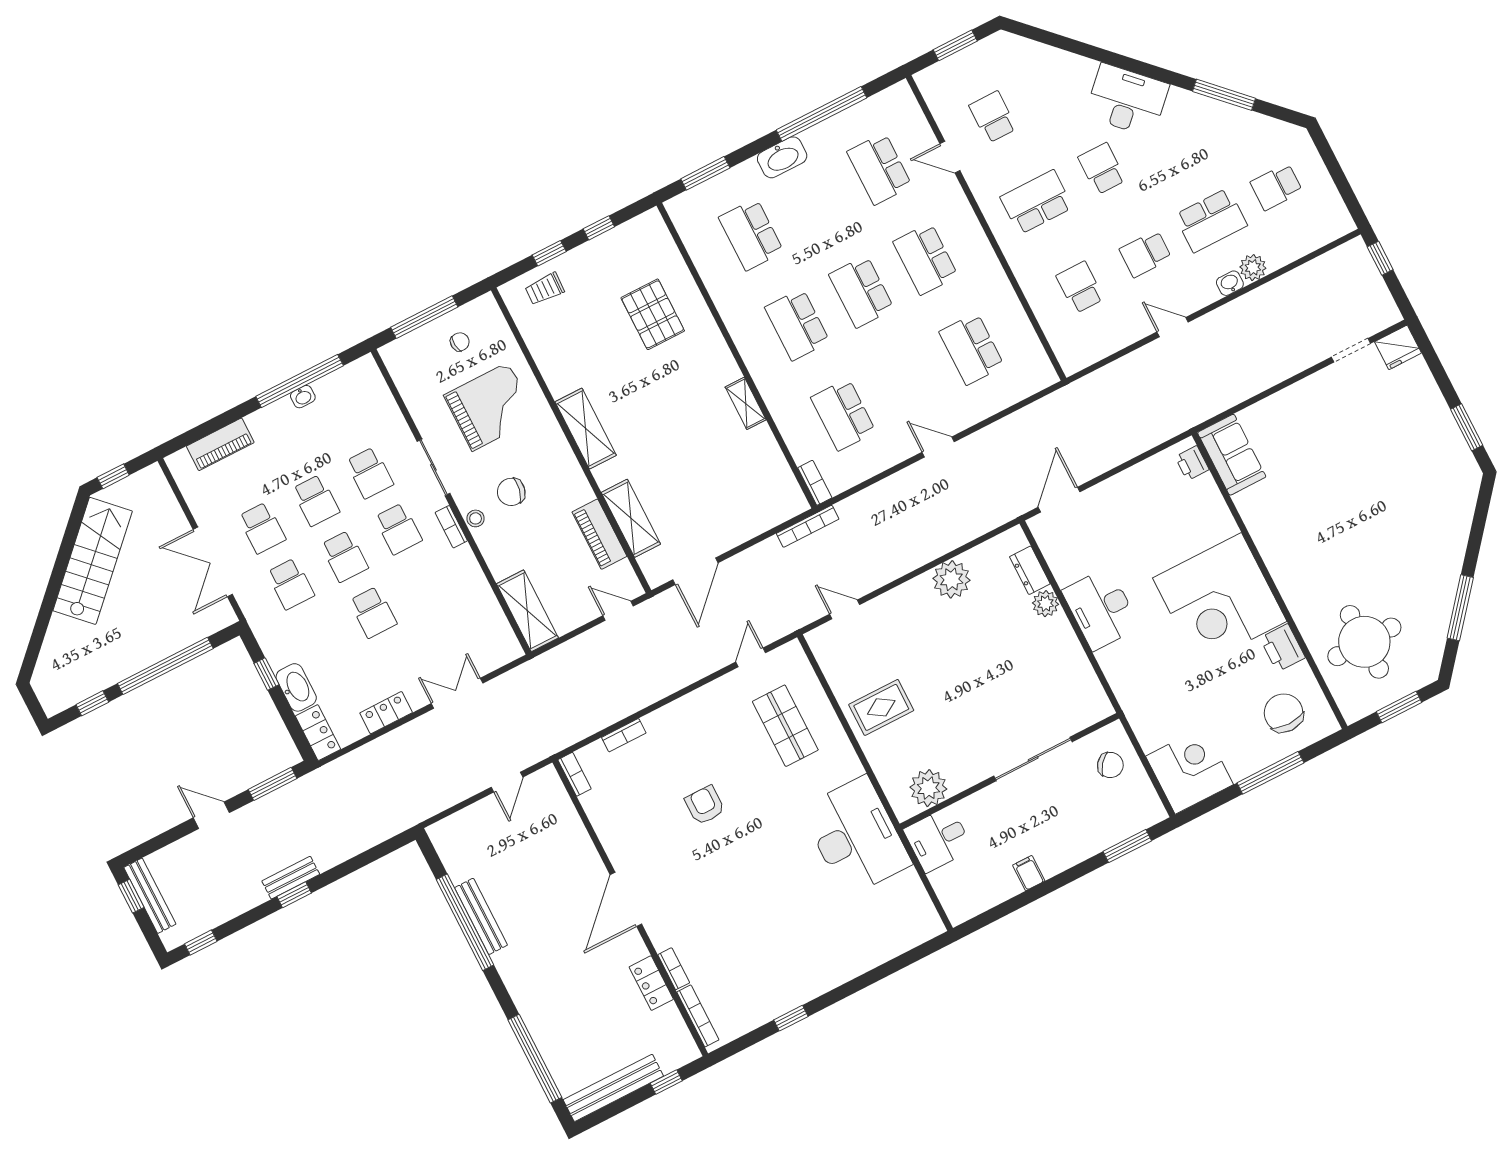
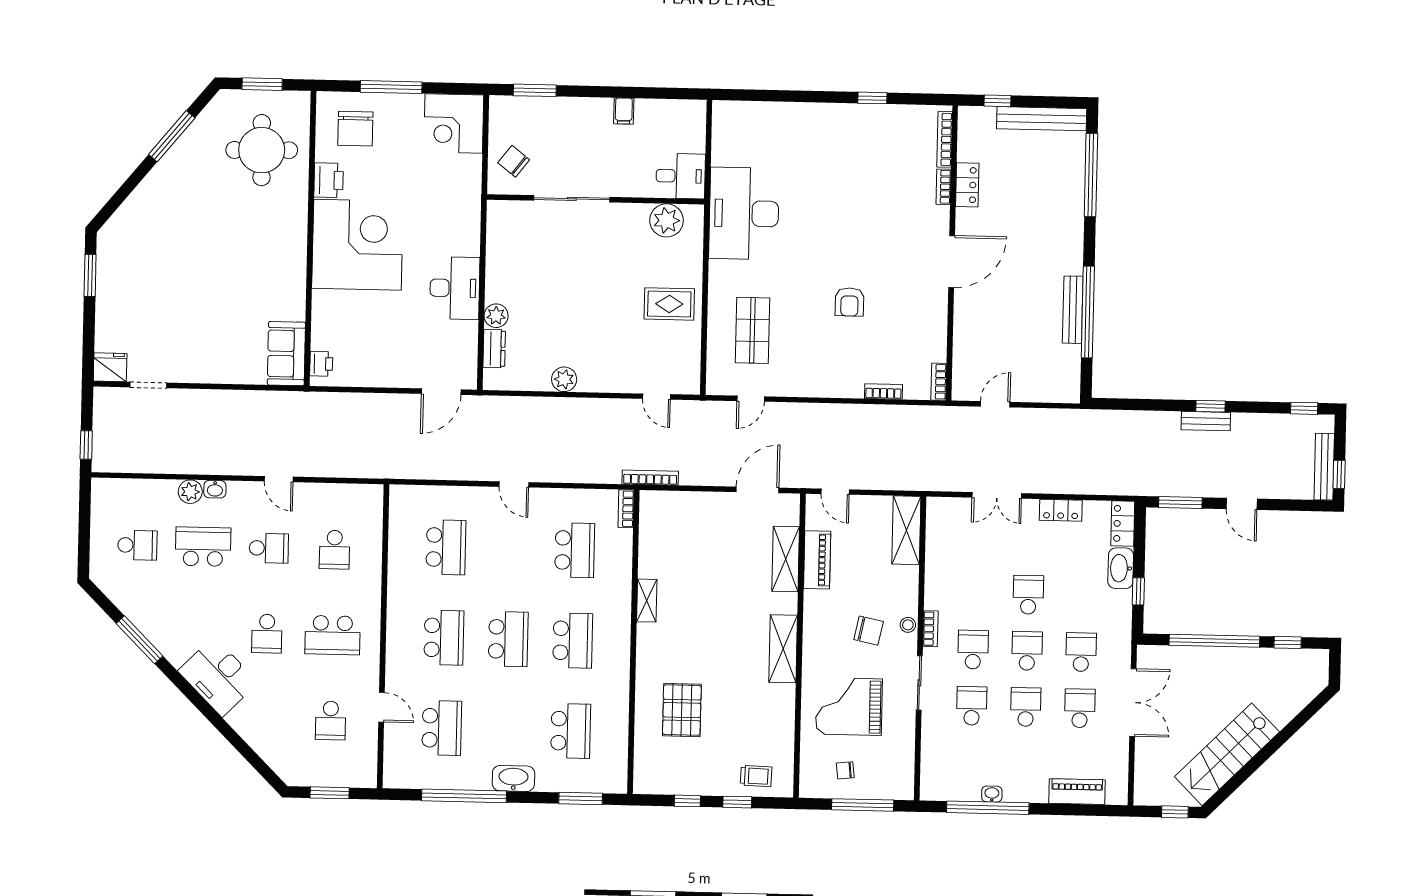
plant: (951, 579) -> (564, 379), width x0.73, depth x0.73

